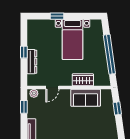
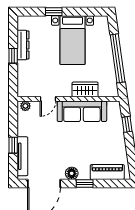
dresser: (32, 62) -> (23, 45), moved
sofa: (86, 98) -> (82, 111), width x1.36
window: (24, 107) -> (13, 145), moved

